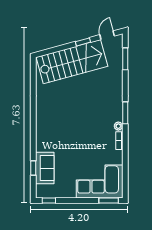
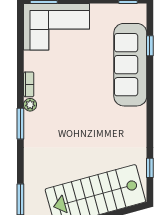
window: (33, 81) -> (150, 168), added
sofa: (45, 168) -> (130, 65), width x1.85, depth x1.27

